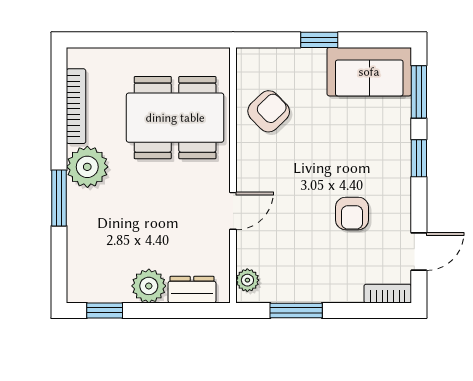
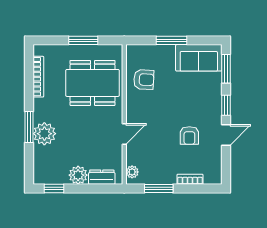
window: (158, 40) -> (83, 40), added
window: (319, 40) -> (171, 40), width x1.50
armchair: (269, 111) -> (144, 80), turned 47
plant: (87, 167) -> (44, 134), moved
door: (419, 252) -> (226, 135), moved
bookcase: (388, 294) -> (190, 179), moved

